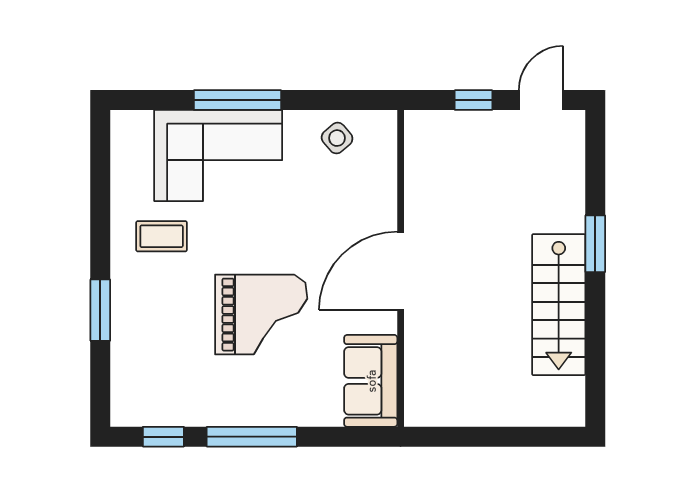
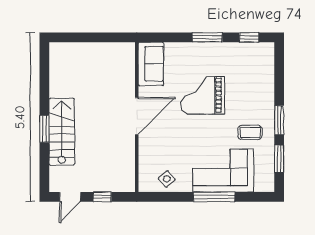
window: (100, 181) -> (279, 159), added
stairs: (559, 305) -> (62, 132), moved
window: (100, 310) -> (279, 120), moved
window: (252, 437) -> (207, 37), width x0.69

